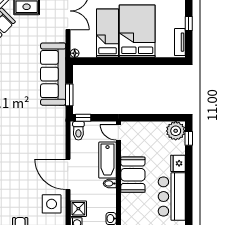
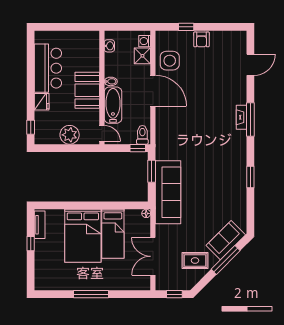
plant: (176, 131) -> (70, 135), moved

